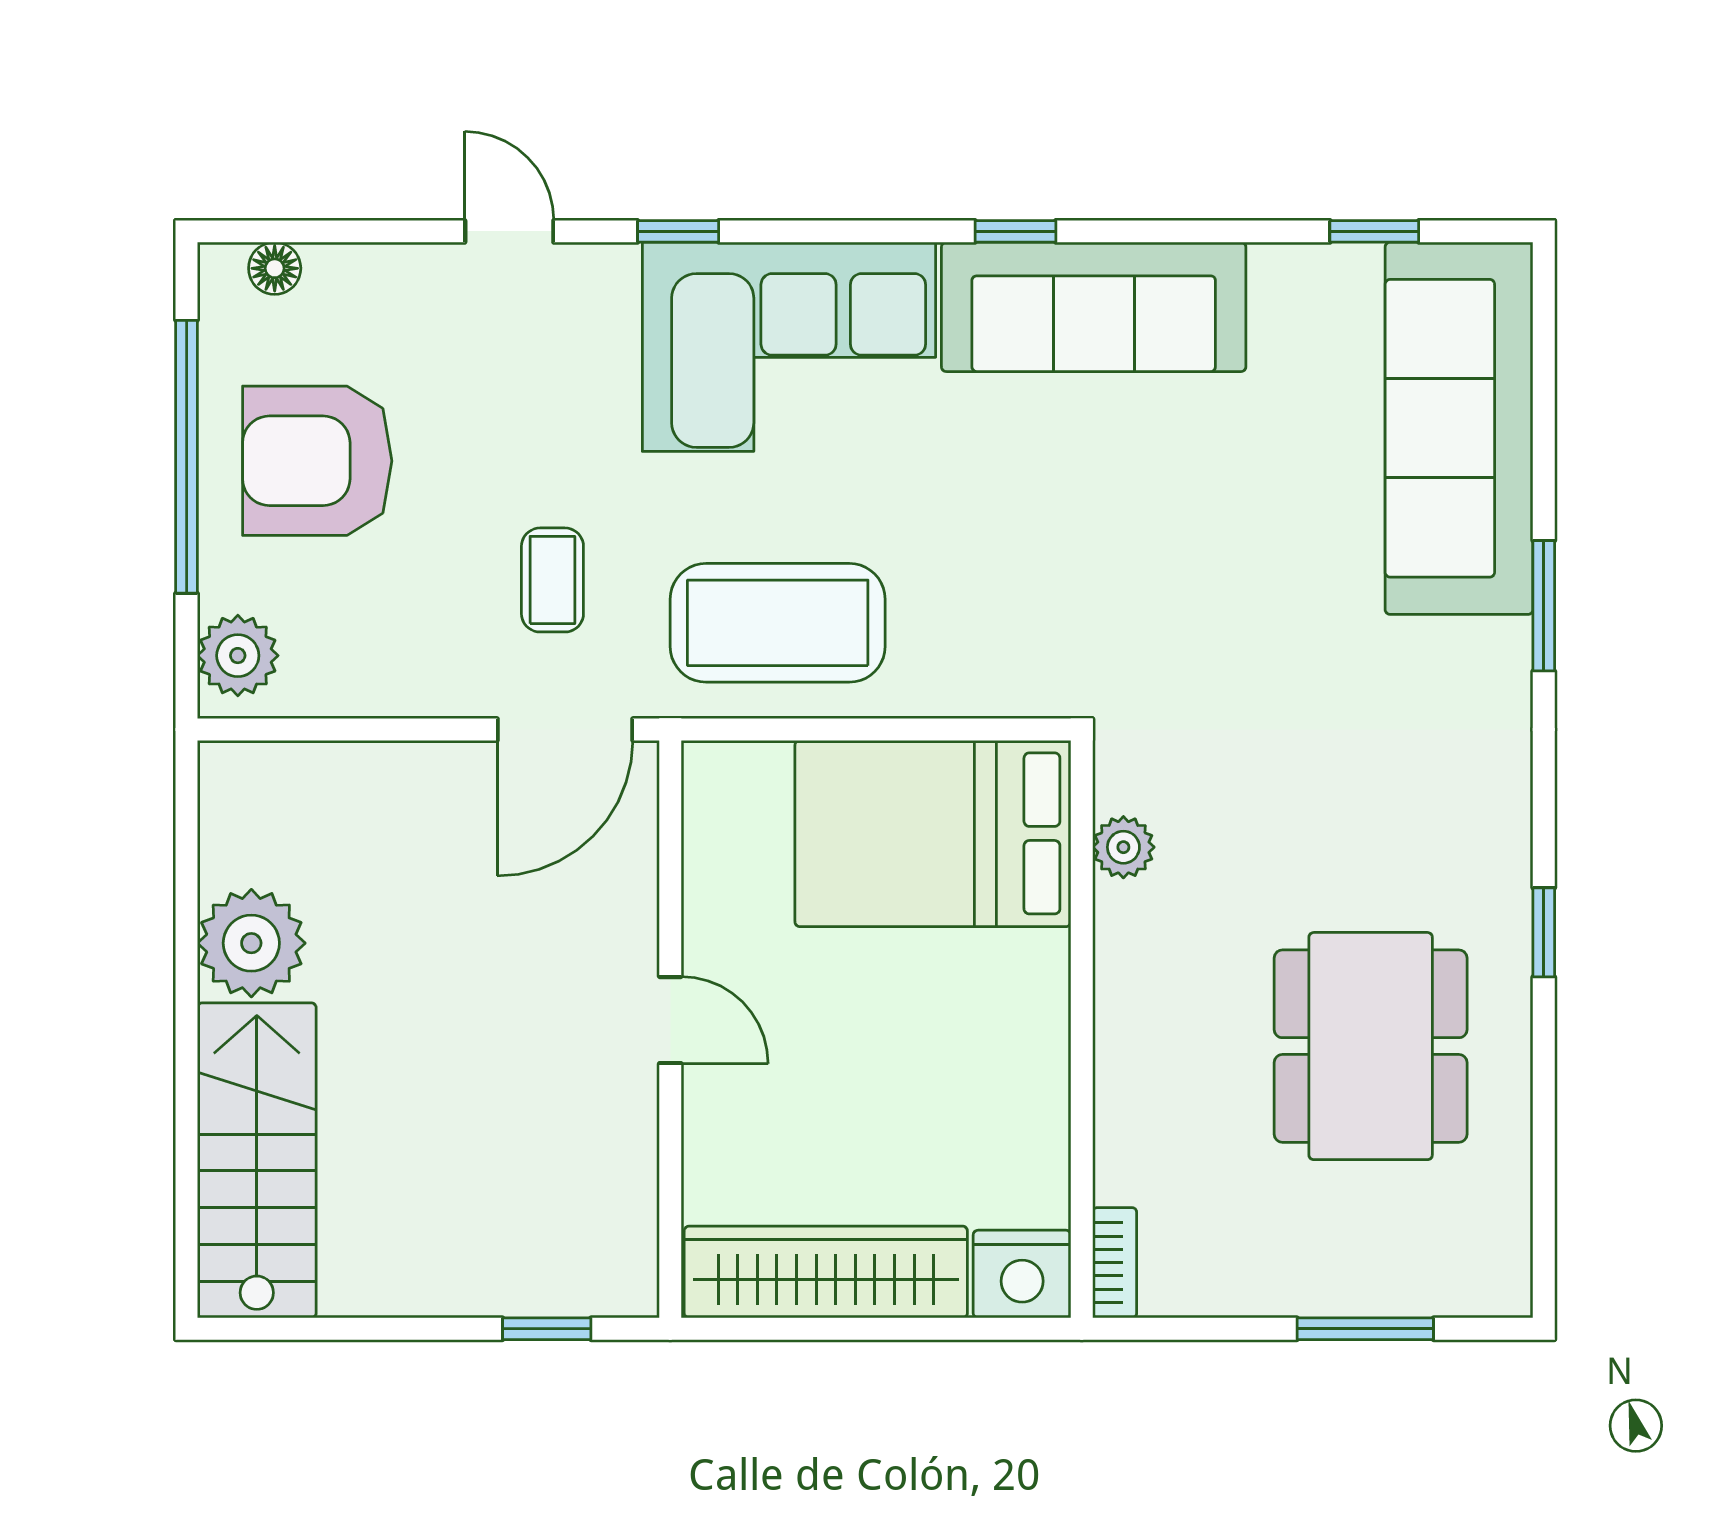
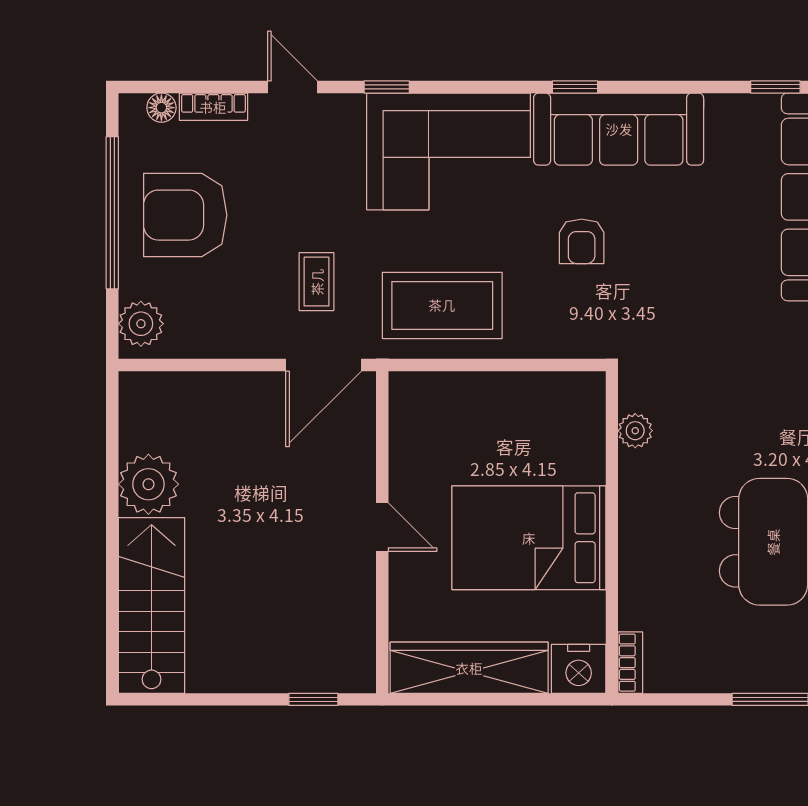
bookcase: (368, 267) -> (213, 107), added
armchair: (1027, 508) -> (582, 241), added
bed: (933, 833) -> (529, 538), moved

